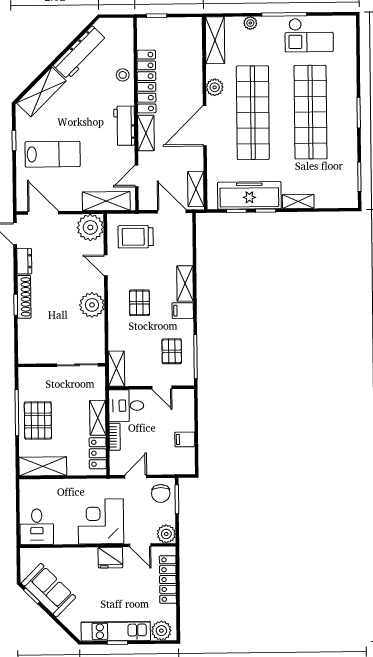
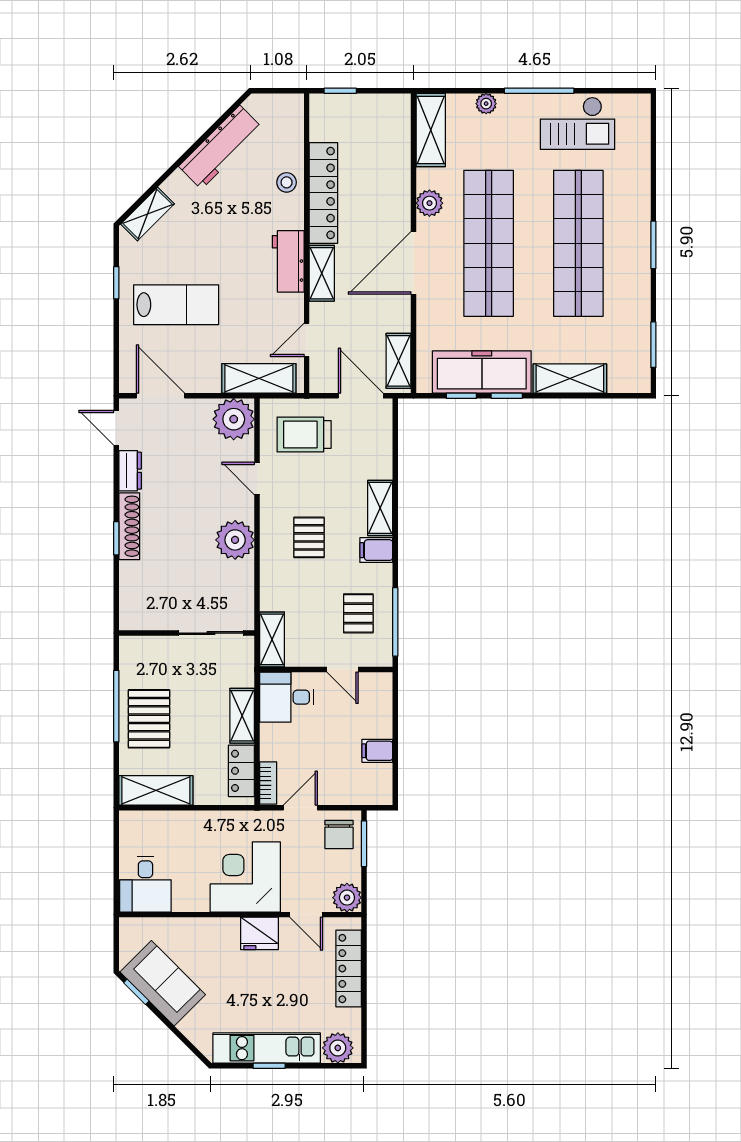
shelving: (41, 92) -> (148, 214), width x0.67, depth x0.75
shelving: (298, 201) -> (570, 379), width x1.50, depth x1.33
bookcase: (115, 437) -> (268, 783), moved

